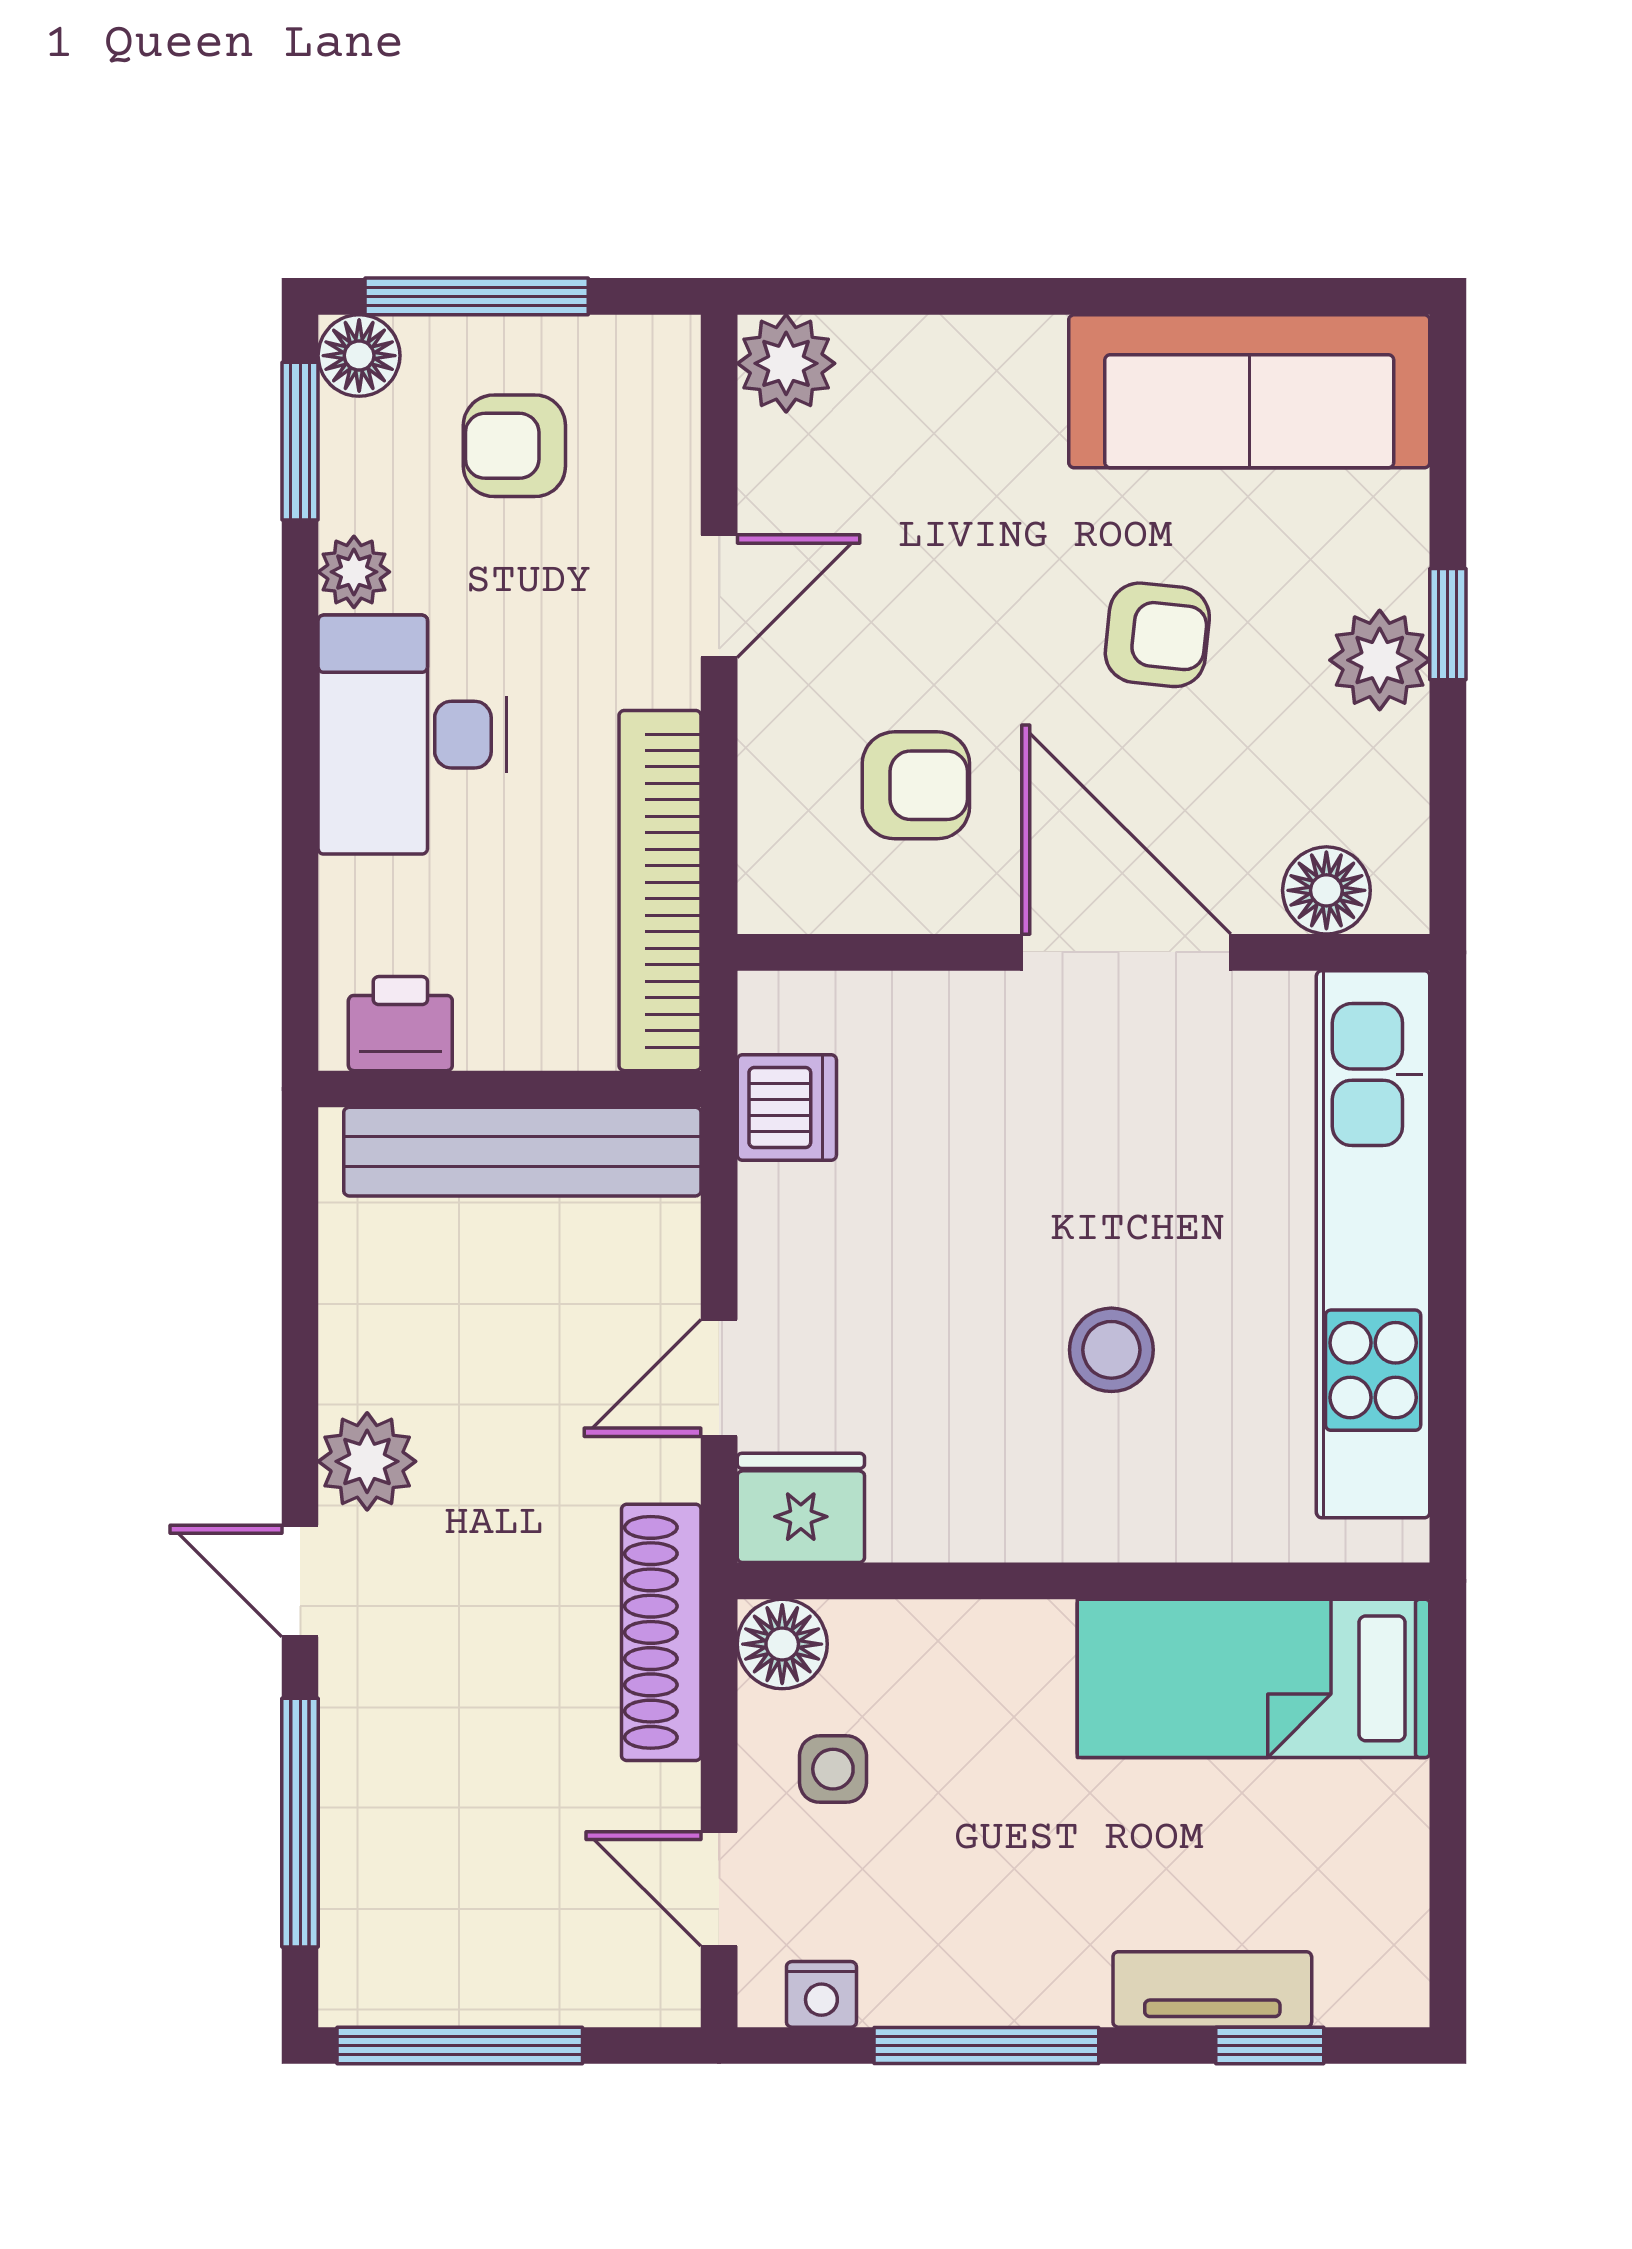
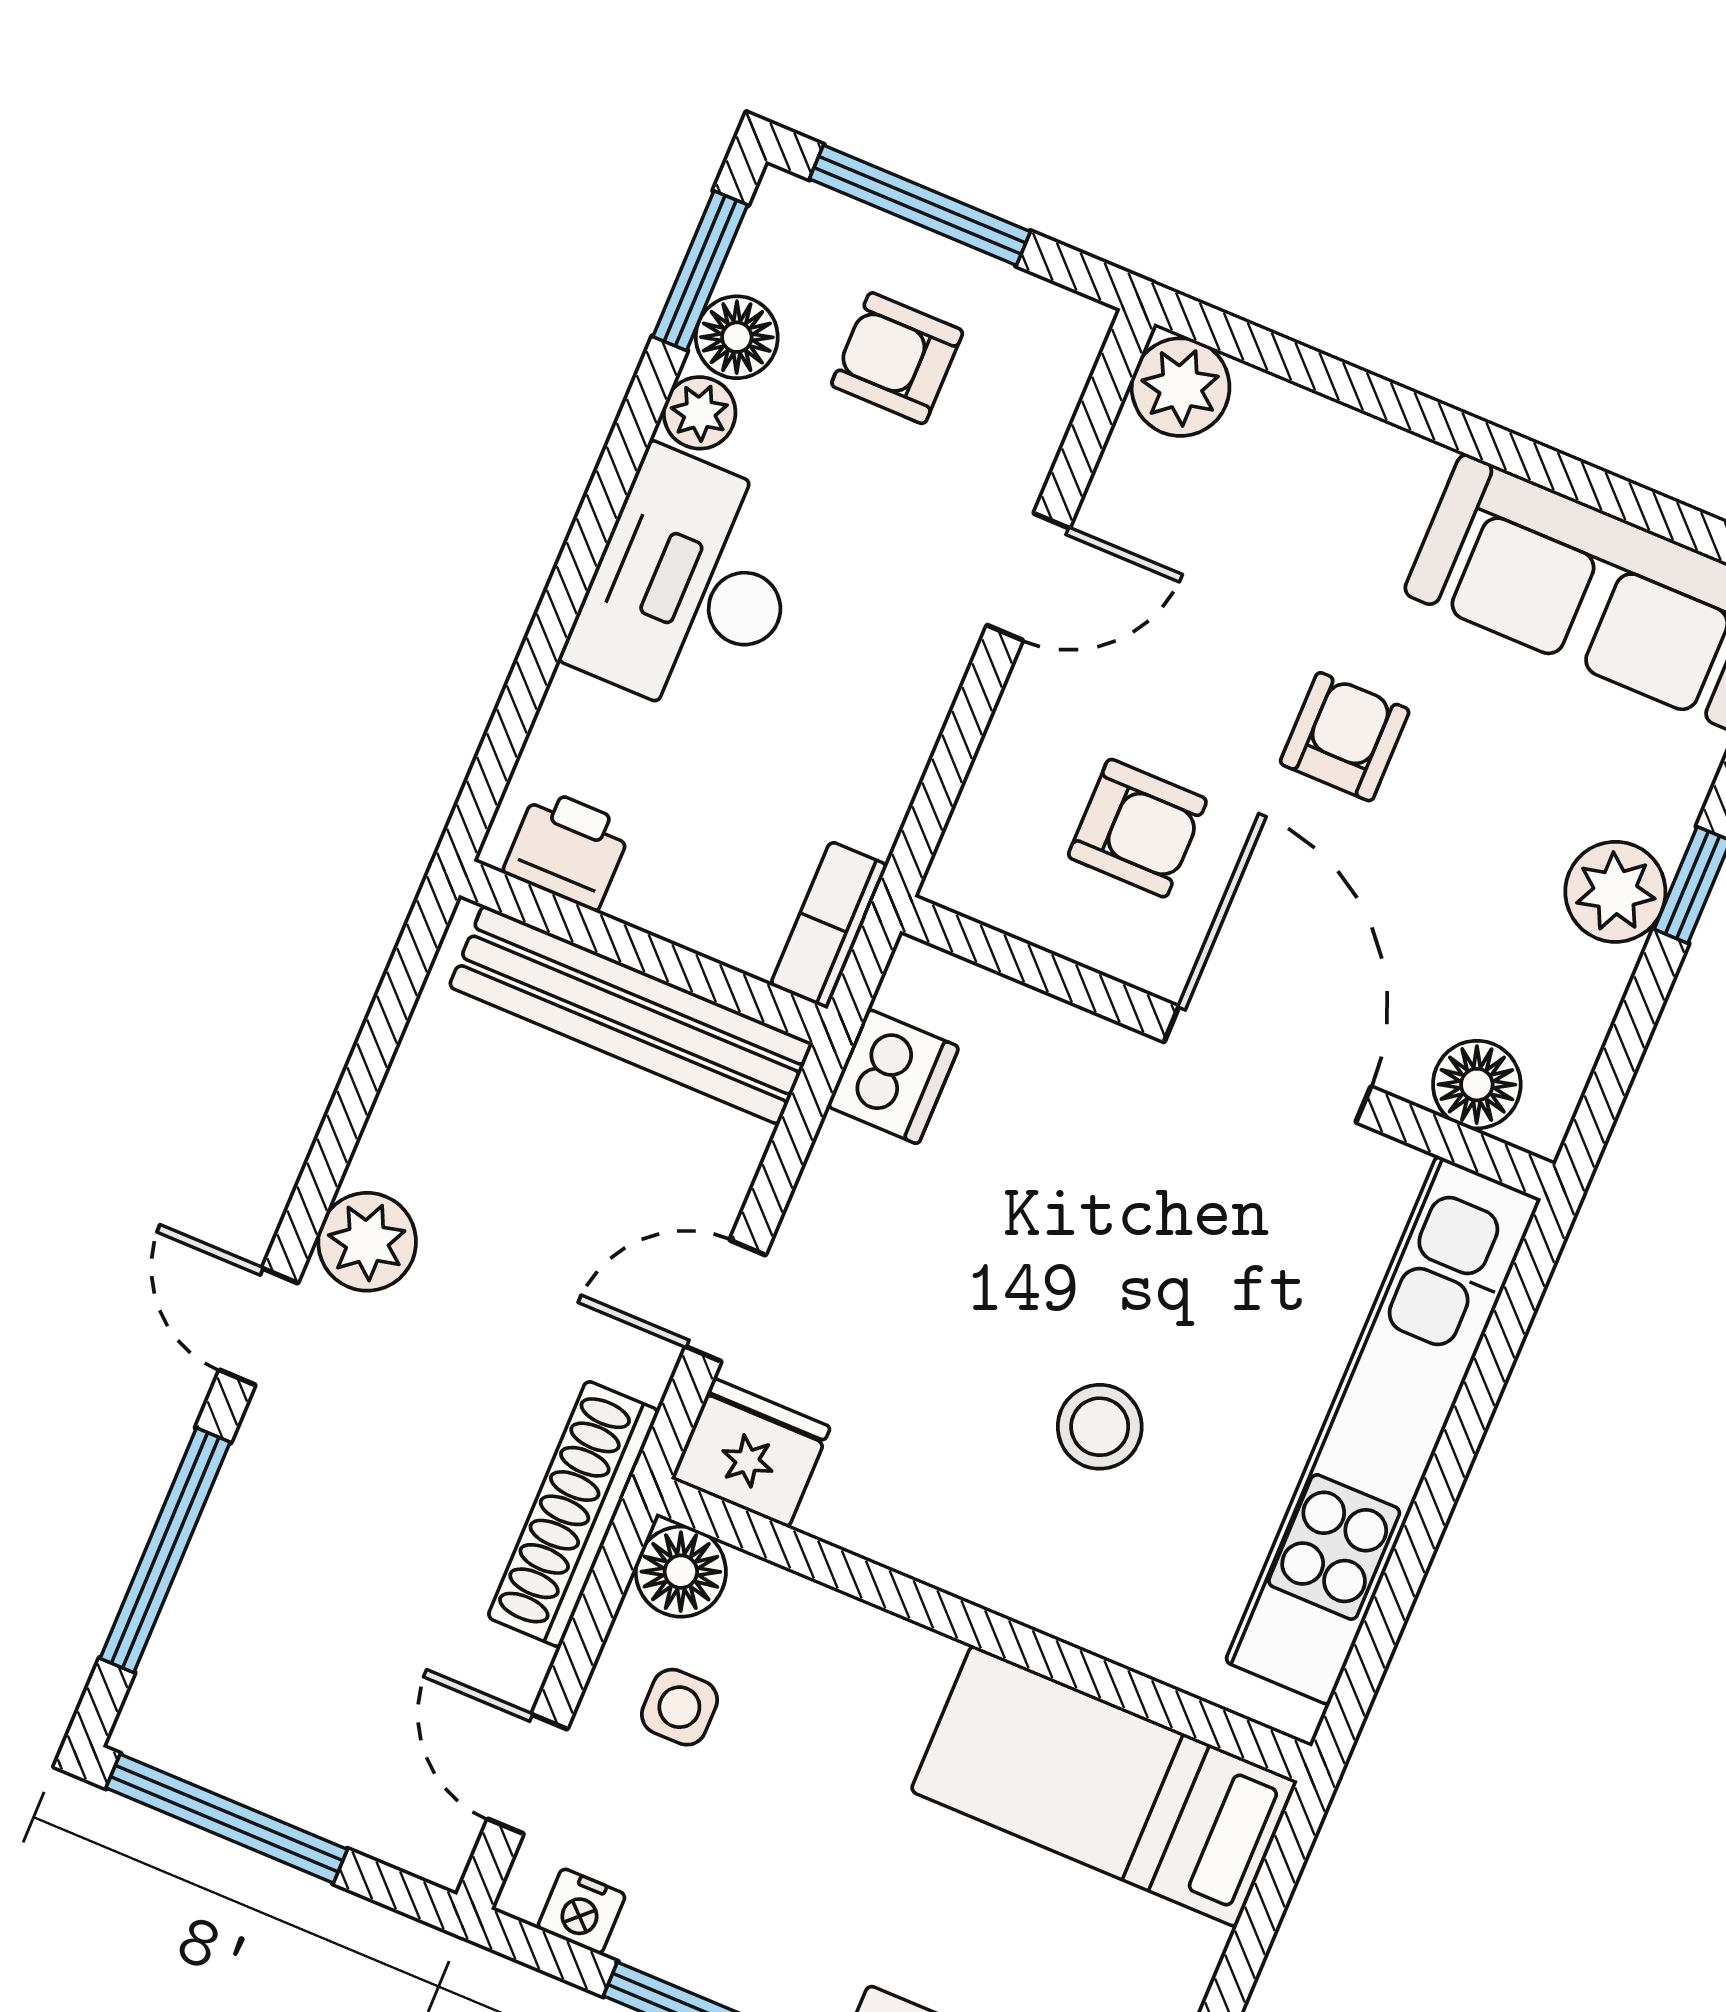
floor lamp: (359, 356) -> (737, 337), moved
armchair: (1157, 635) -> (1345, 737), moved, turned -96
bookcase: (660, 891) -> (829, 925), width x0.43, depth x0.76

